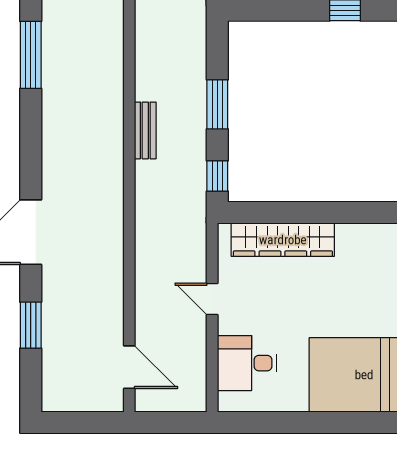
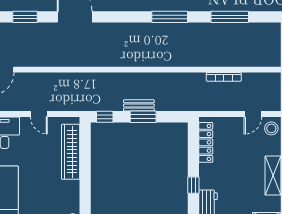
bench: (145, 130) -> (139, 105), moved
door: (212, 299) -> (39, 114), swing flipped

